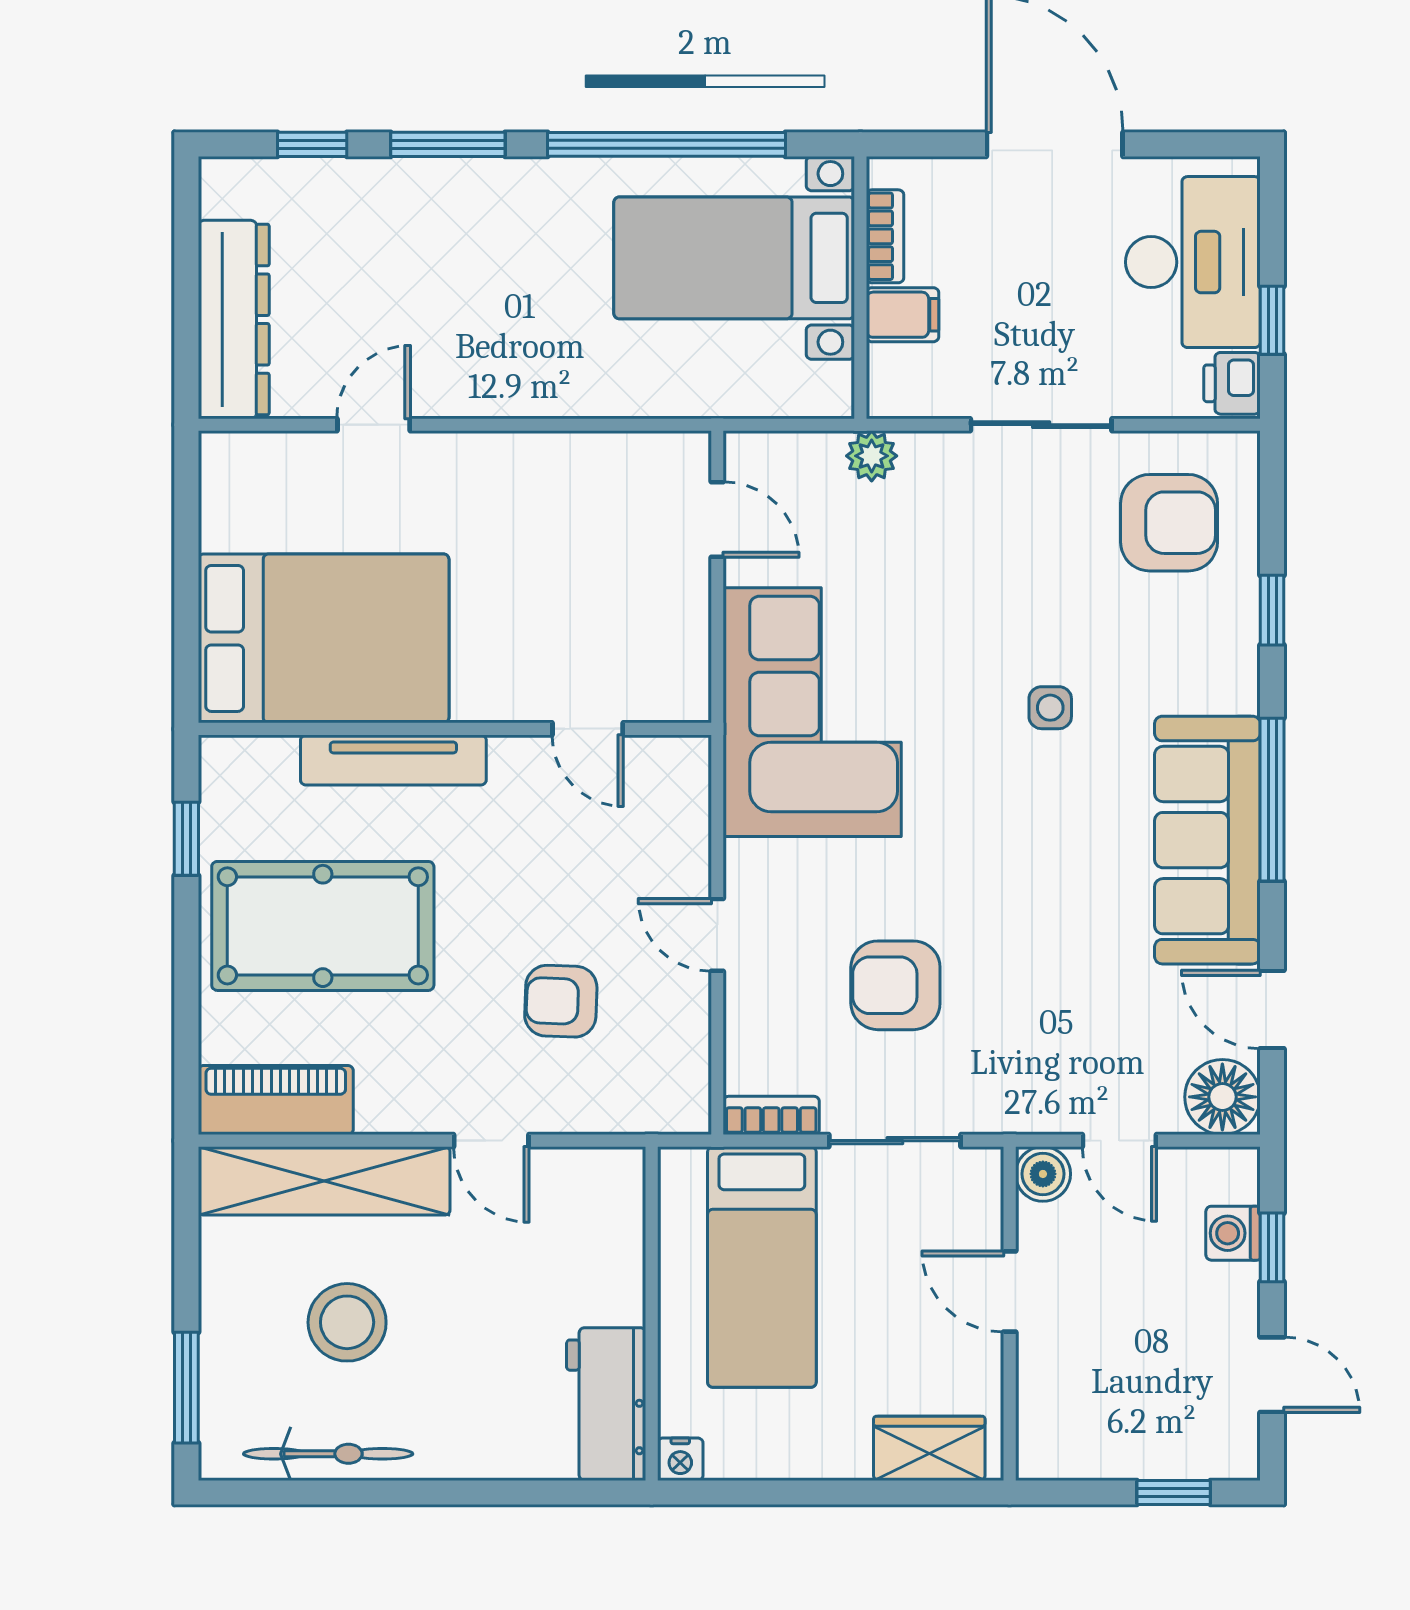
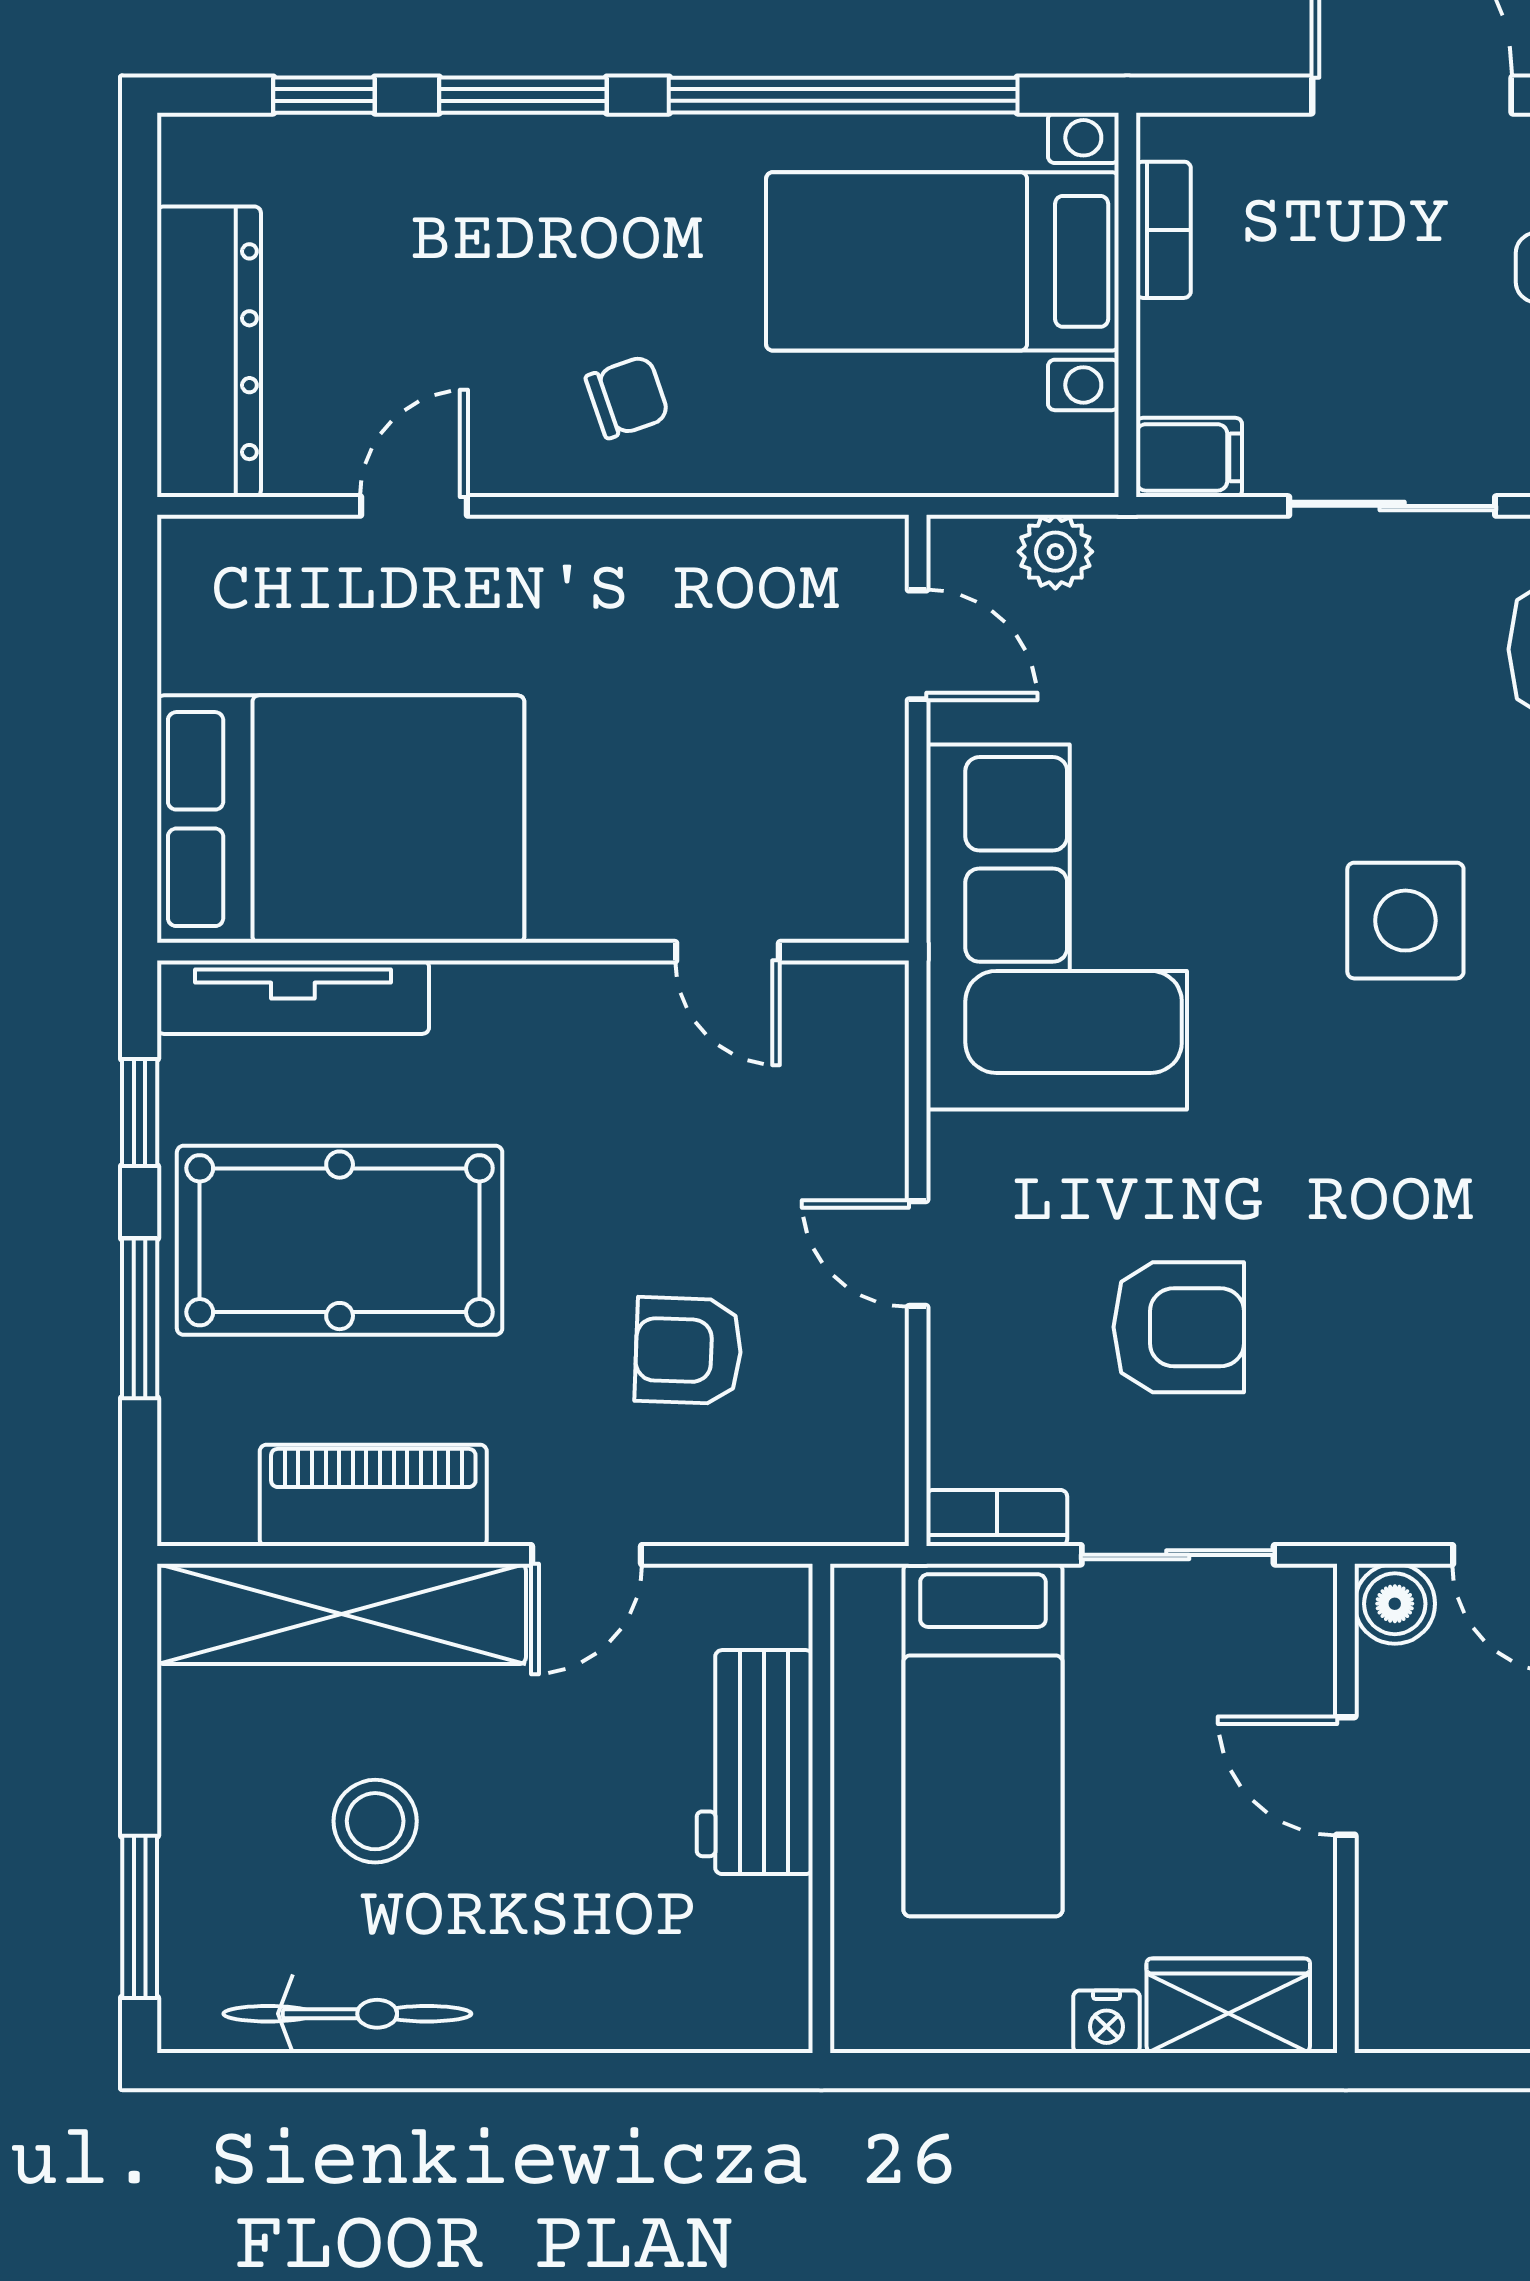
filing cabinet: (903, 315) -> (1189, 457), moved
chair: (519, 350) -> (627, 397), added
plant: (872, 456) -> (1055, 552), moved
side table: (1050, 708) -> (1405, 921), width x1.87, depth x1.87
tv unit: (393, 760) -> (293, 997), moved
window: (186, 979) -> (140, 1318), added
armchair: (895, 985) -> (1179, 1327), turned 180
piano: (276, 1100) -> (373, 1495), moved
door: (491, 1141) -> (587, 1555), hinge flipped
stool: (347, 1322) -> (375, 1821), width x0.73, depth x0.73
workbench: (606, 1404) -> (755, 1762), moved
nightstand: (680, 1459) -> (1106, 2022), moved

